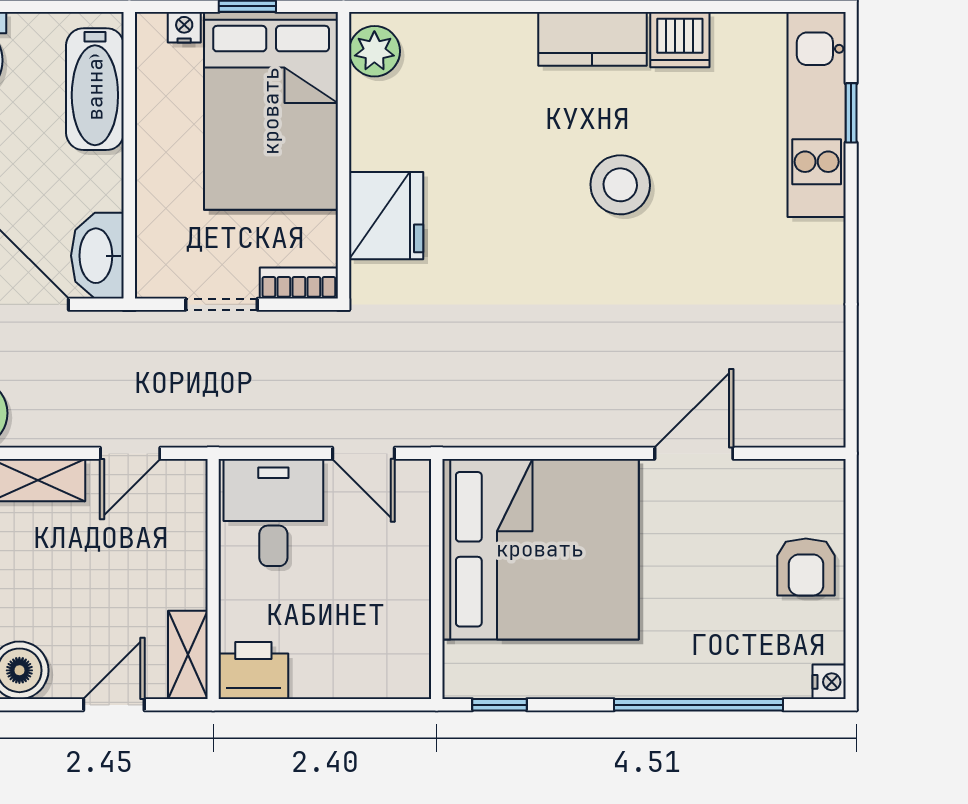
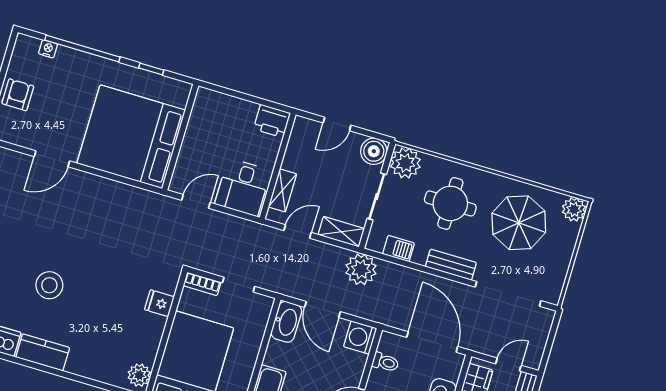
fridge: (386, 216) -> (159, 303), width x0.53, depth x0.75
door: (364, 453) -> (196, 201), hinge flipped
shelving: (188, 655) -> (282, 190), moved
nightstand: (829, 682) -> (48, 49), moved, turned 90
window: (500, 705) -> (151, 69), moved

